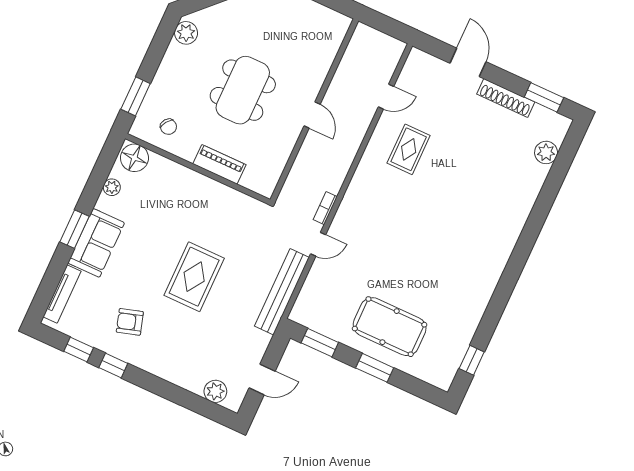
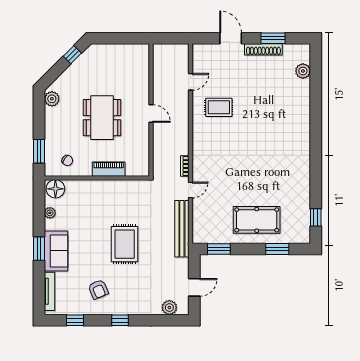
window: (544, 97) -> (273, 38), moved
rug: (409, 149) -> (219, 107), turned 90
armchair: (130, 322) -> (98, 289), turned -96
window: (113, 365) -> (120, 320), moved
window: (375, 368) -> (277, 249), moved

